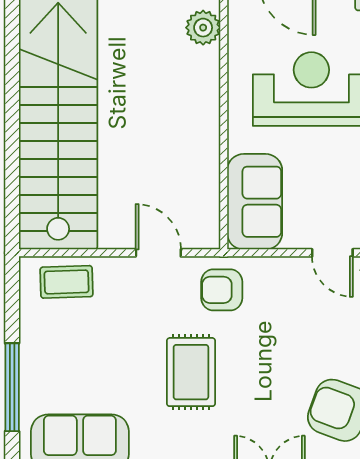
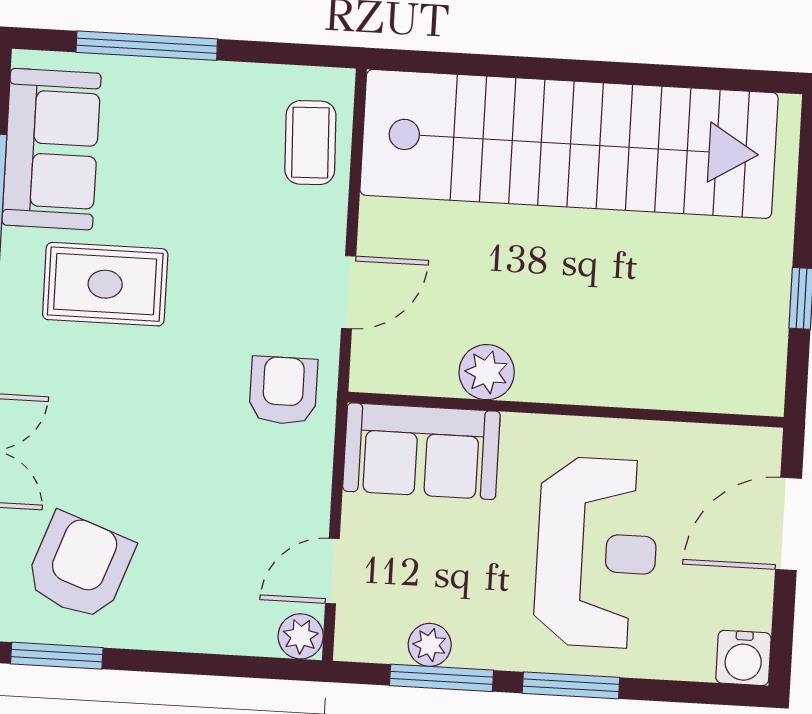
plant: (203, 28) -> (487, 372), moved
rug: (191, 372) -> (105, 284), moved

